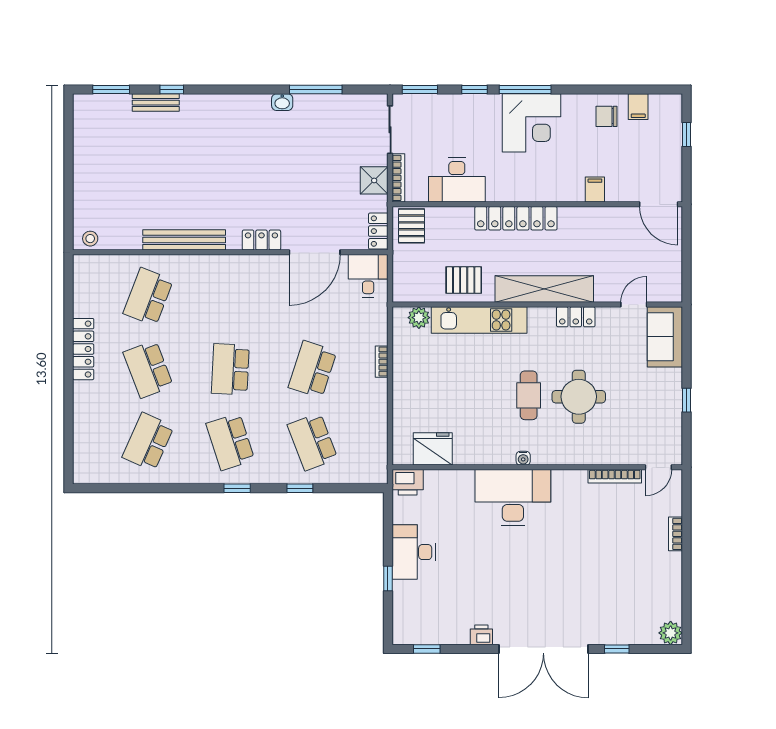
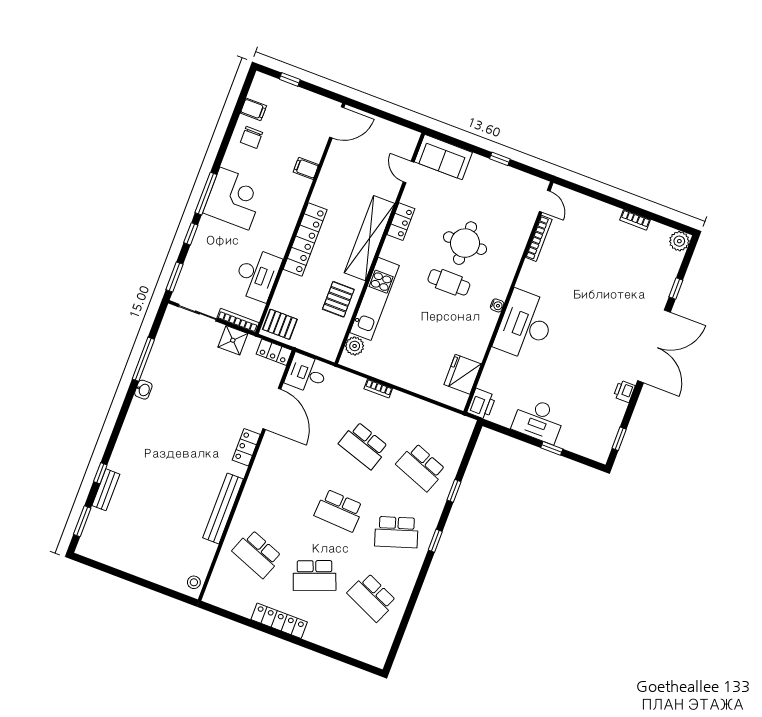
school desk: (313, 442) -> (421, 467), turned 42
bookcase: (675, 534) -> (635, 220), moved

